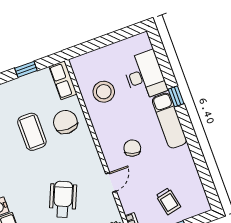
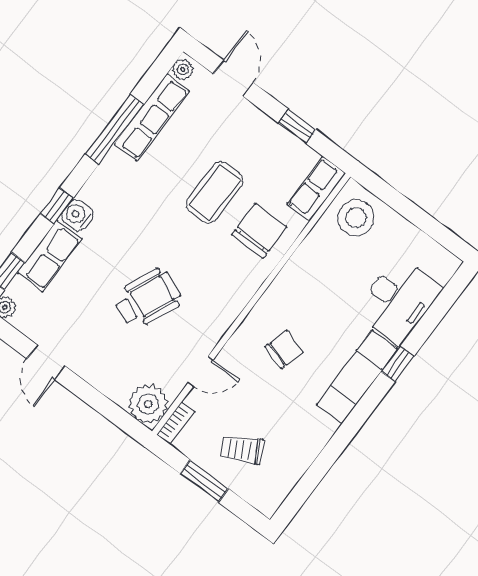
stool: (104, 92) -> (356, 218), moved
door: (111, 182) -> (201, 371), moved
trolley: (168, 201) -> (242, 450), turned 73

